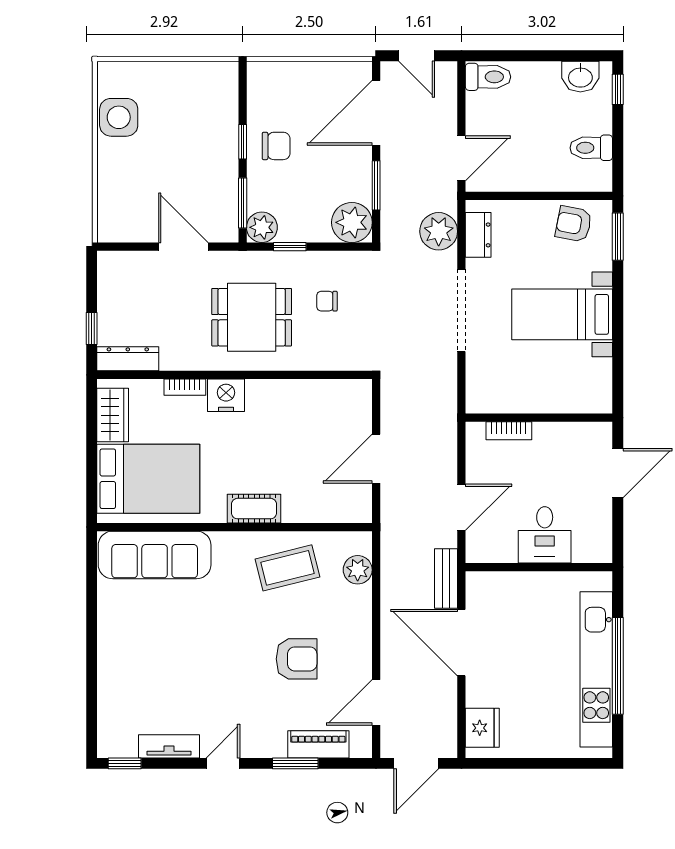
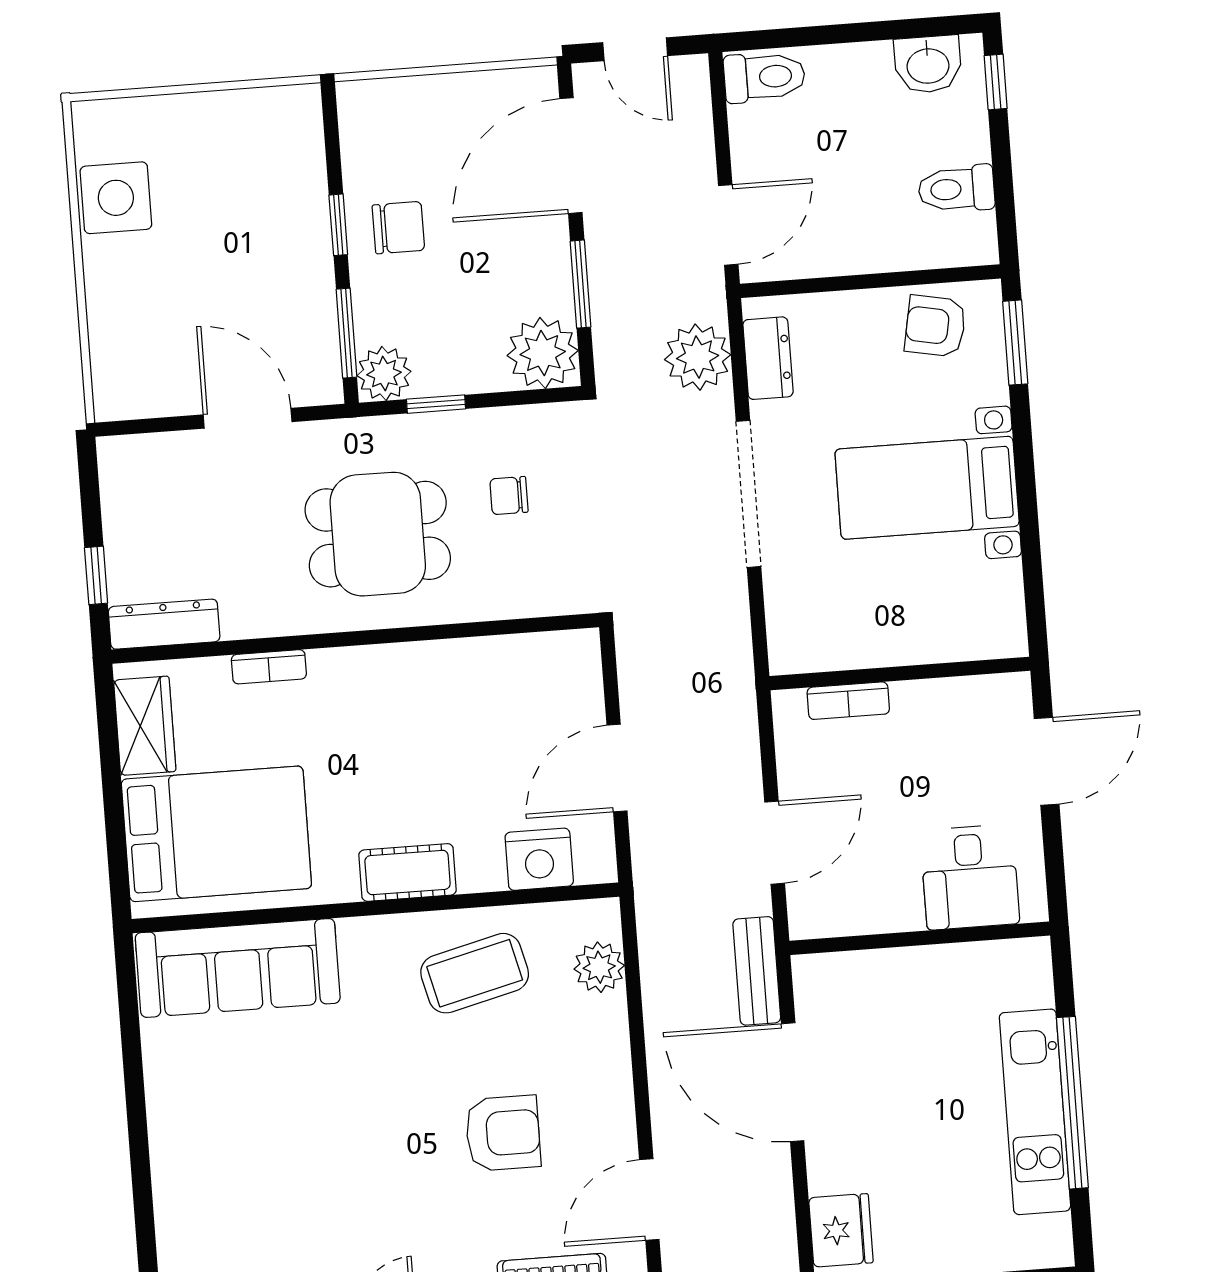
nightstand: (226, 395) -> (539, 859), moved, turned 180
desk: (545, 535) -> (970, 877), moved
kitchen unit: (596, 669) -> (1035, 1112), width x0.73

